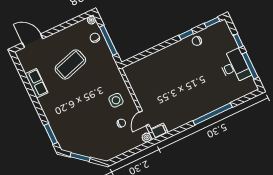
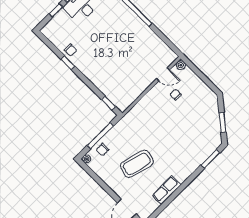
window: (212, 22) -> (108, 103), moved
coffee table: (70, 64) -> (137, 164), turned -58
side table: (116, 100) -> (155, 108), removed
filing cabinet: (159, 131) -> (170, 55), removed

